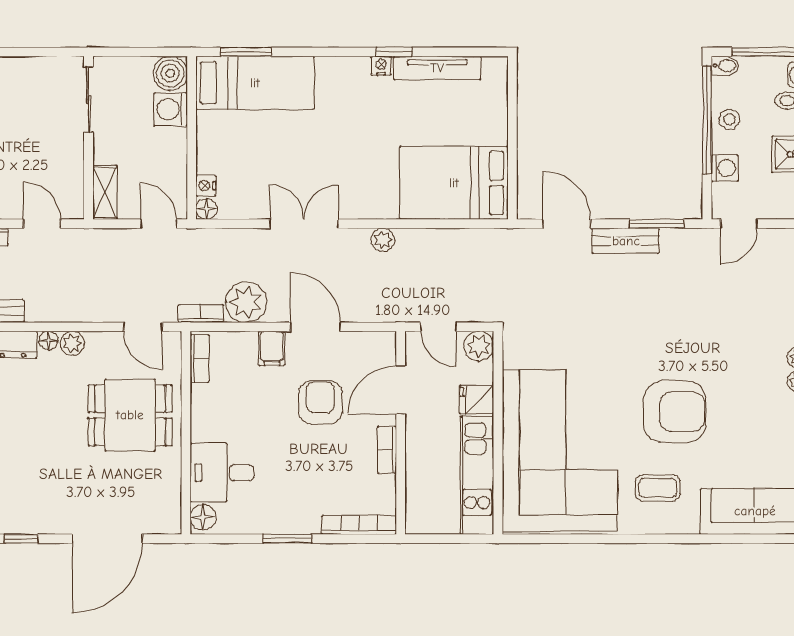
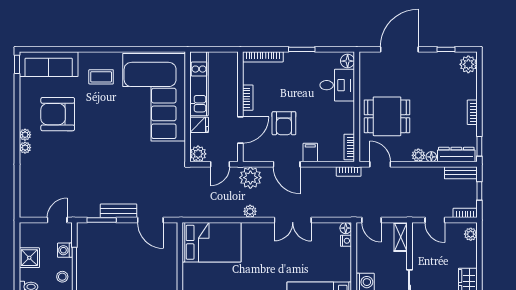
plant: (246, 302) -> (250, 178), moved
door: (438, 327) -> (220, 164), swing flipped
armchair: (675, 412) -> (58, 114), moved

